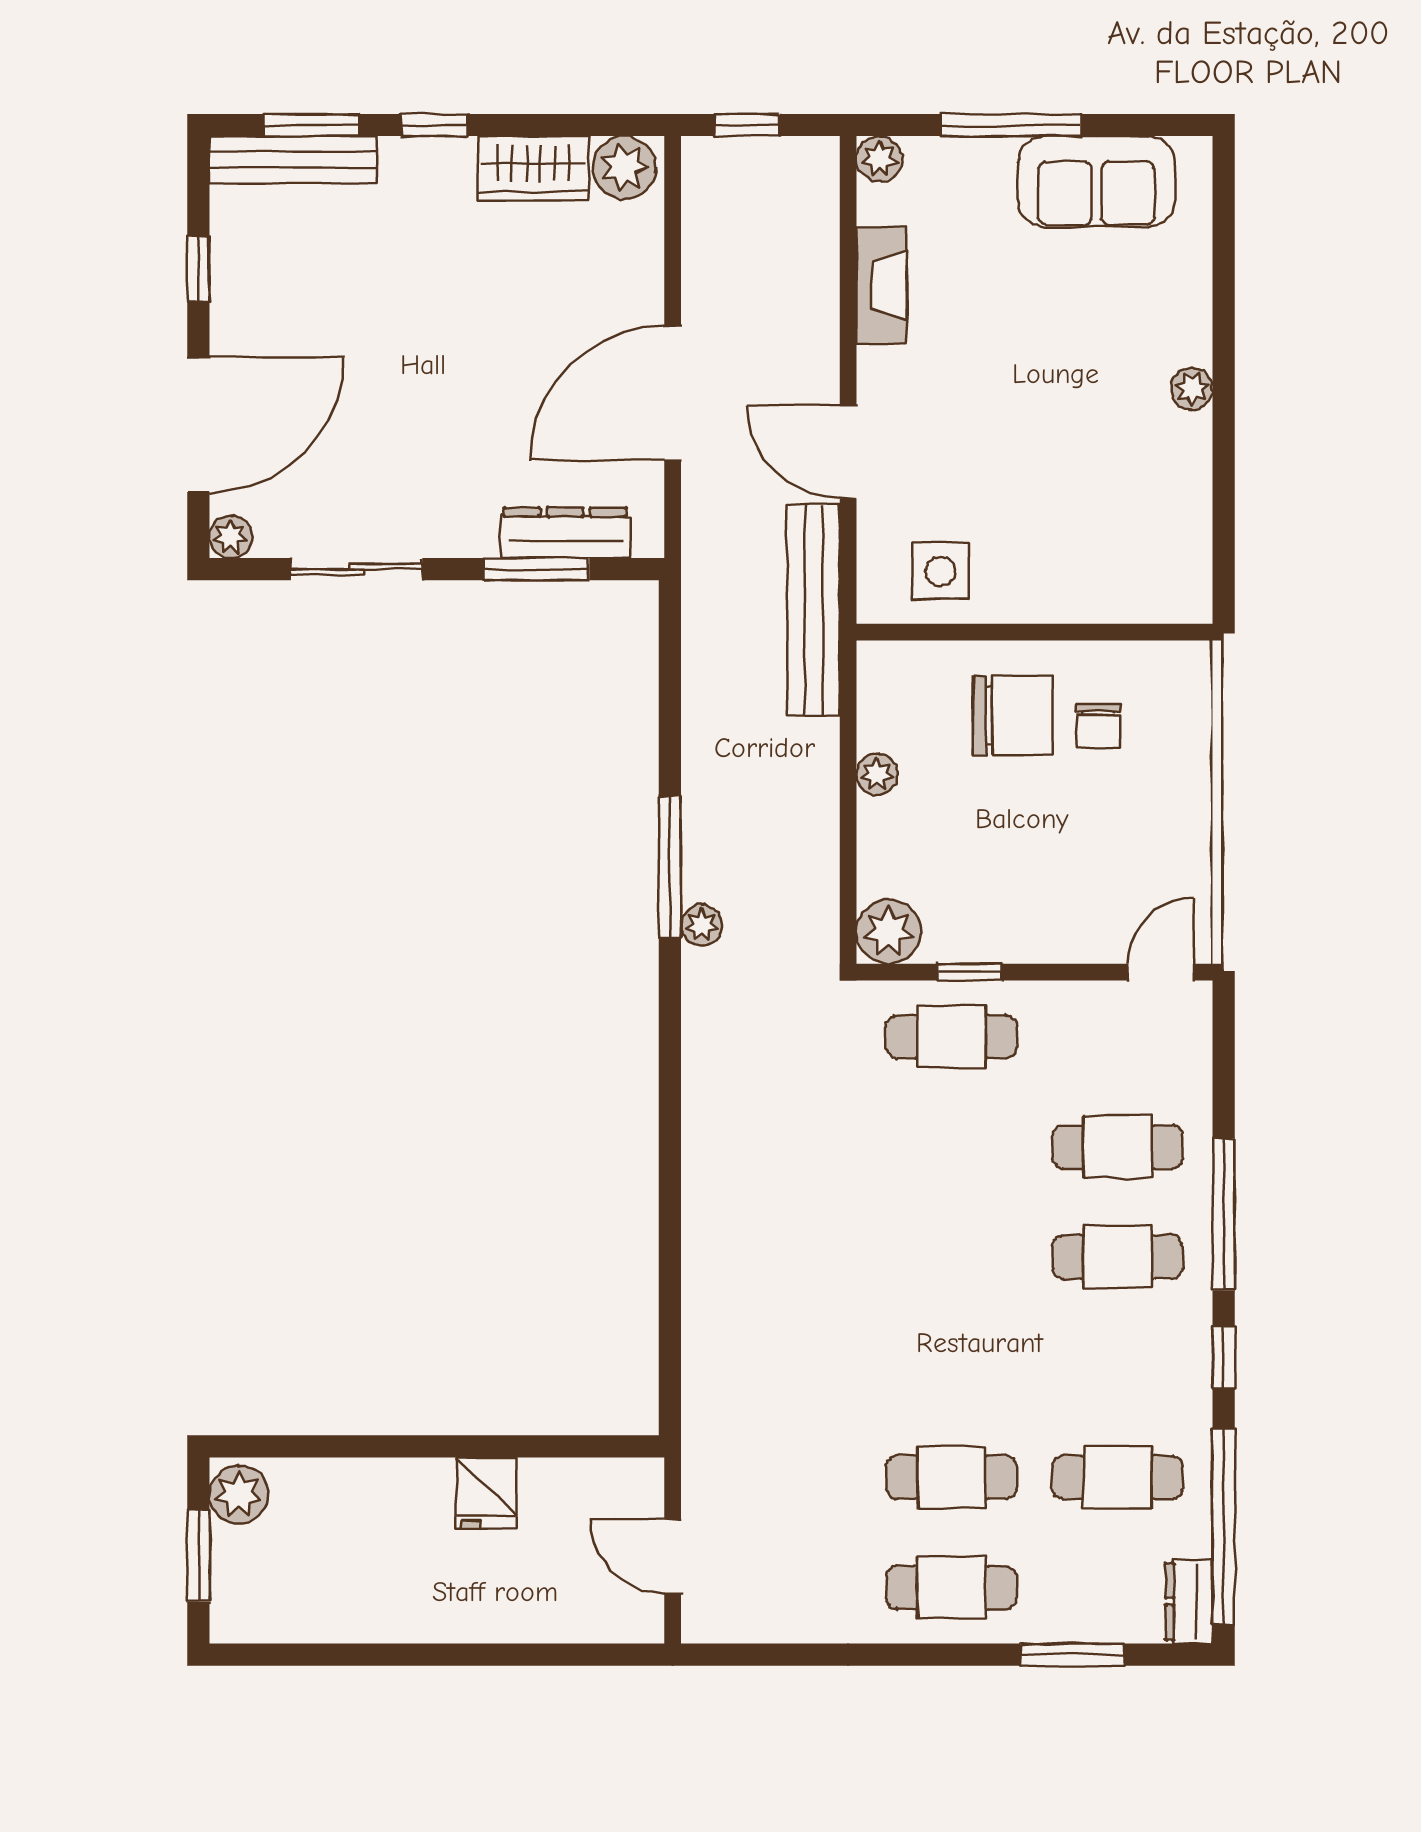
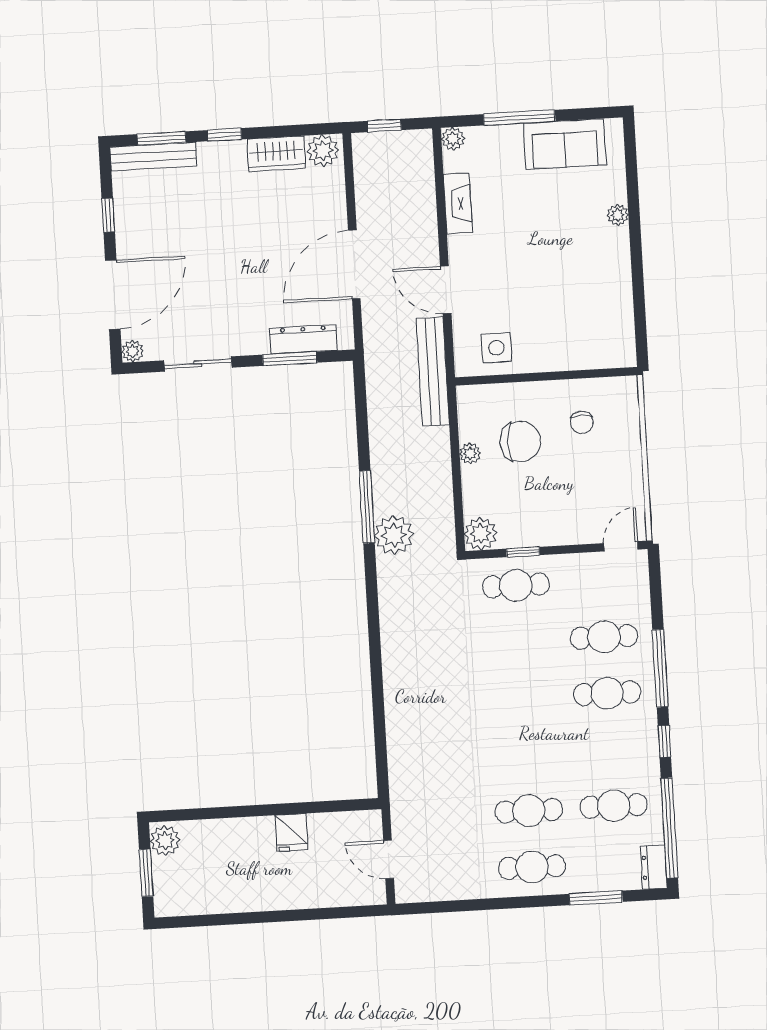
plant: (1192, 389) -> (618, 215), moved
chair: (1013, 715) -> (520, 442), moved
plant: (701, 925) -> (394, 535), width x1.88, depth x1.88

